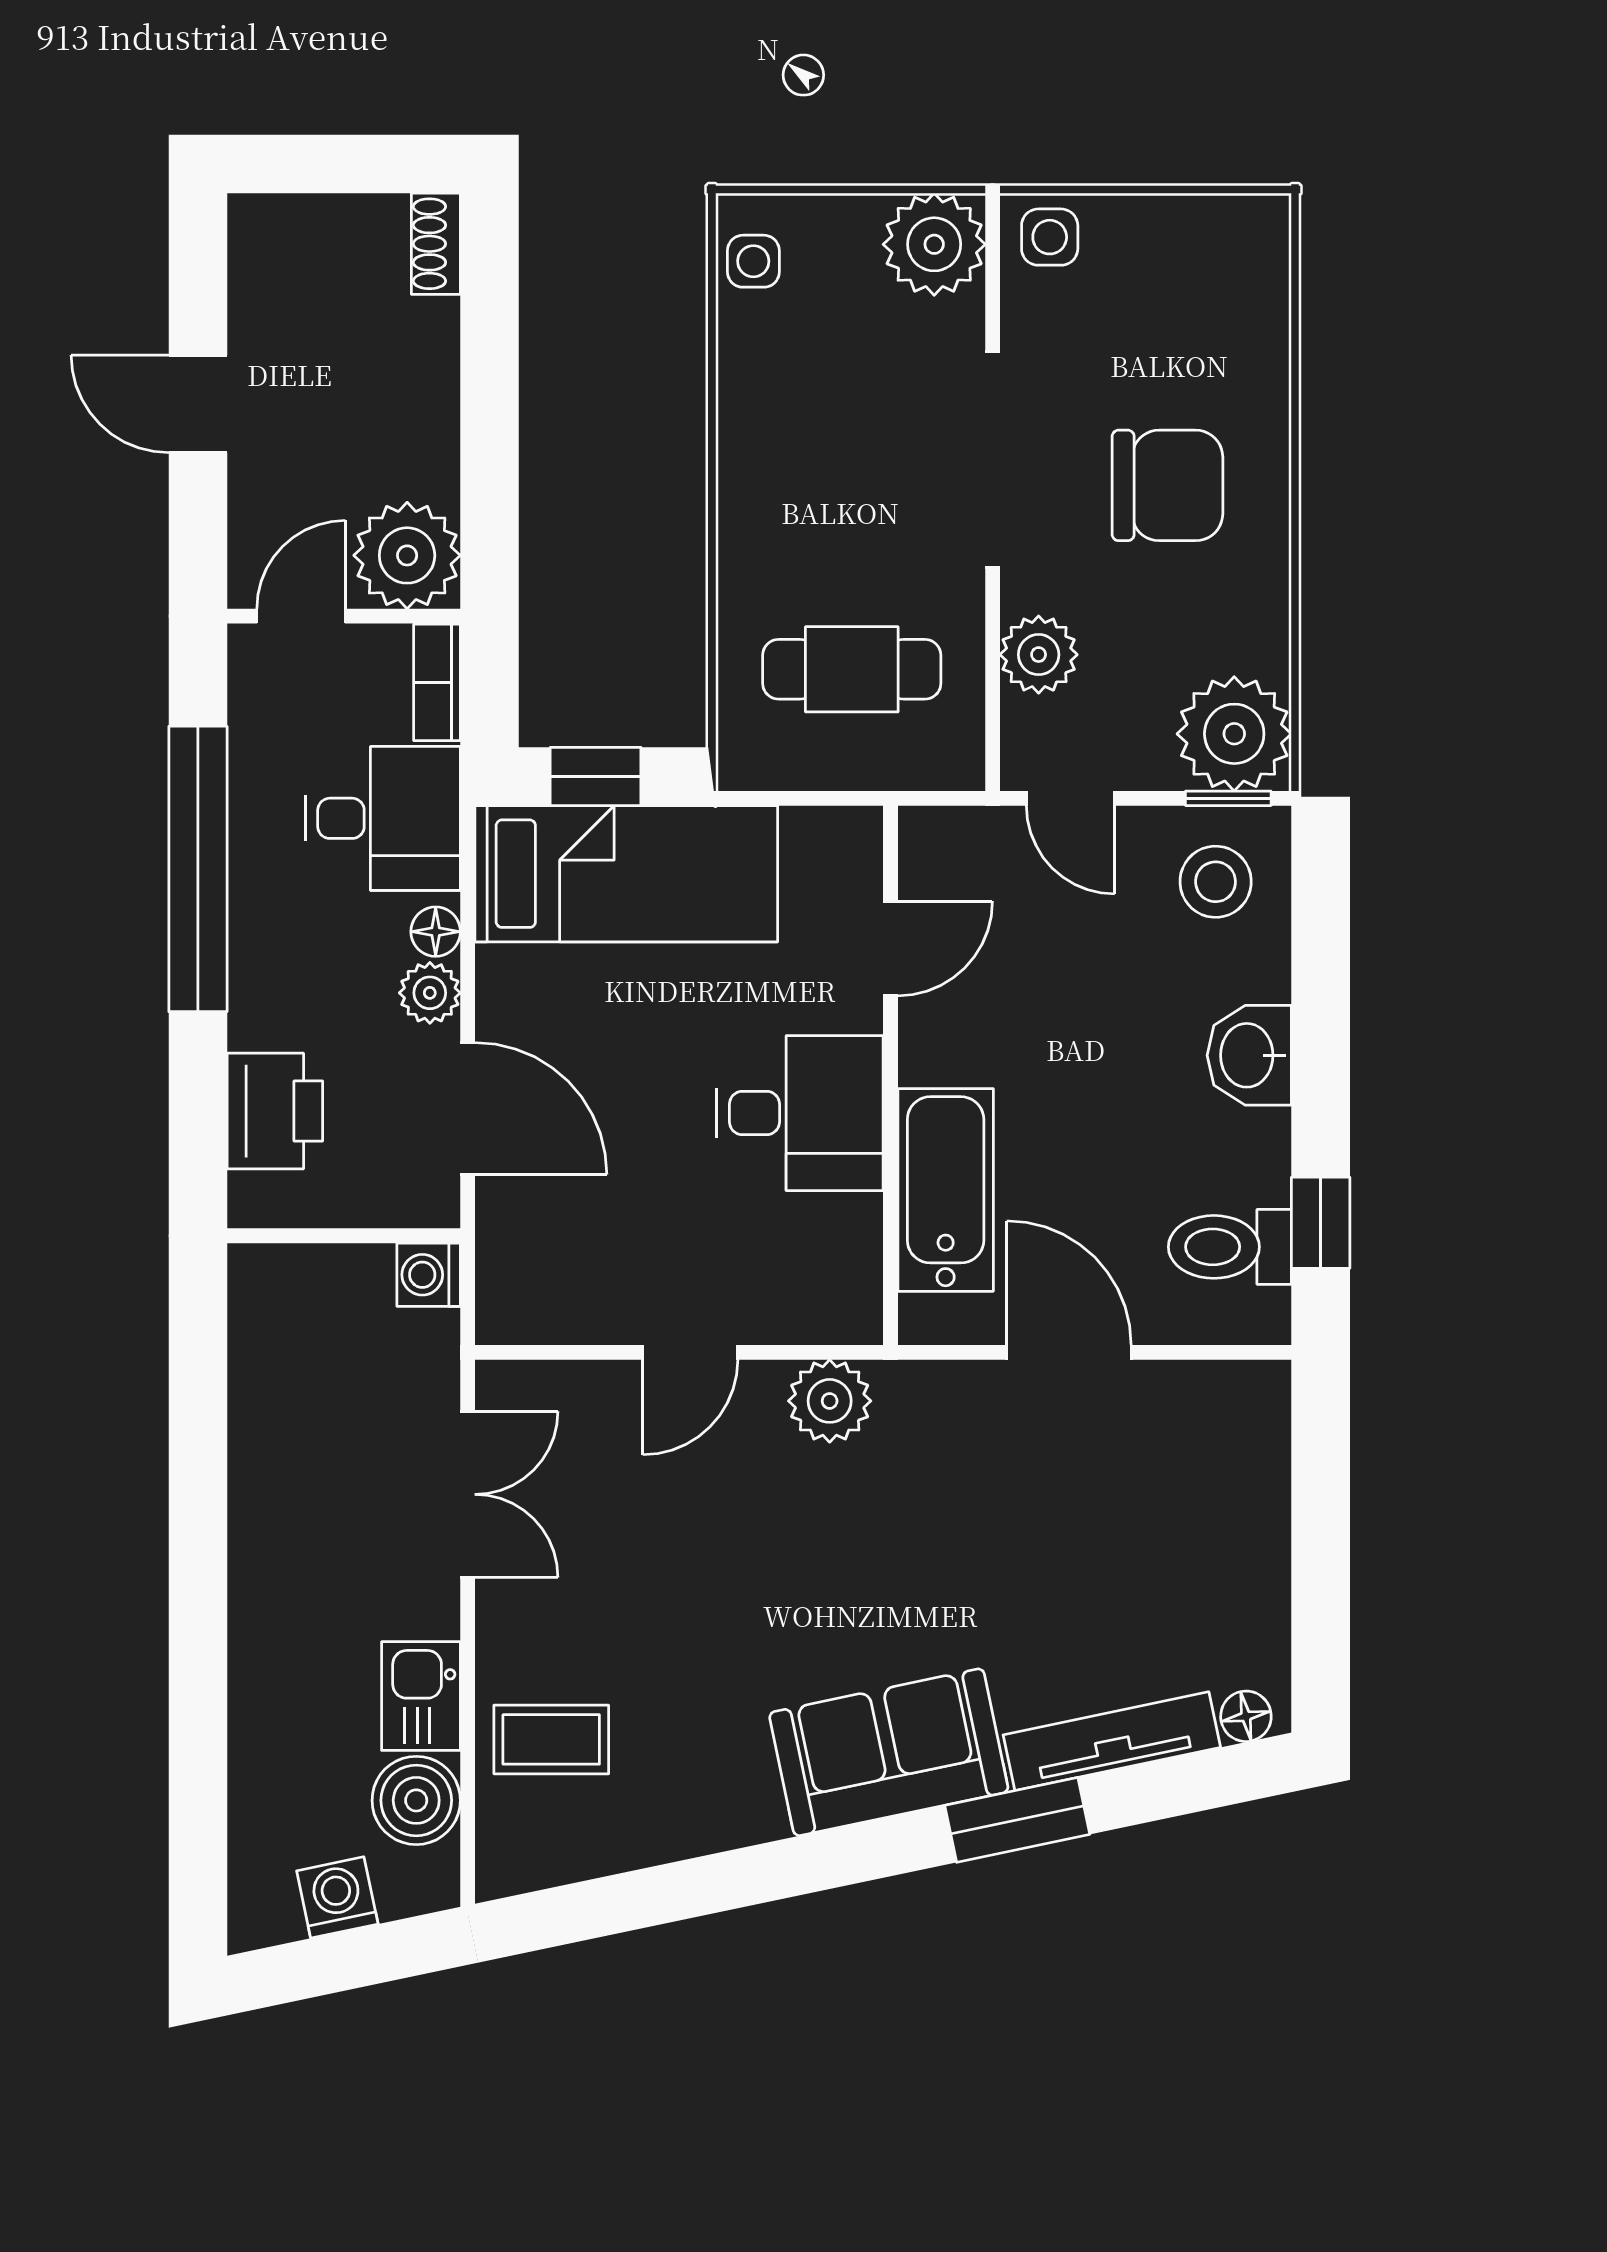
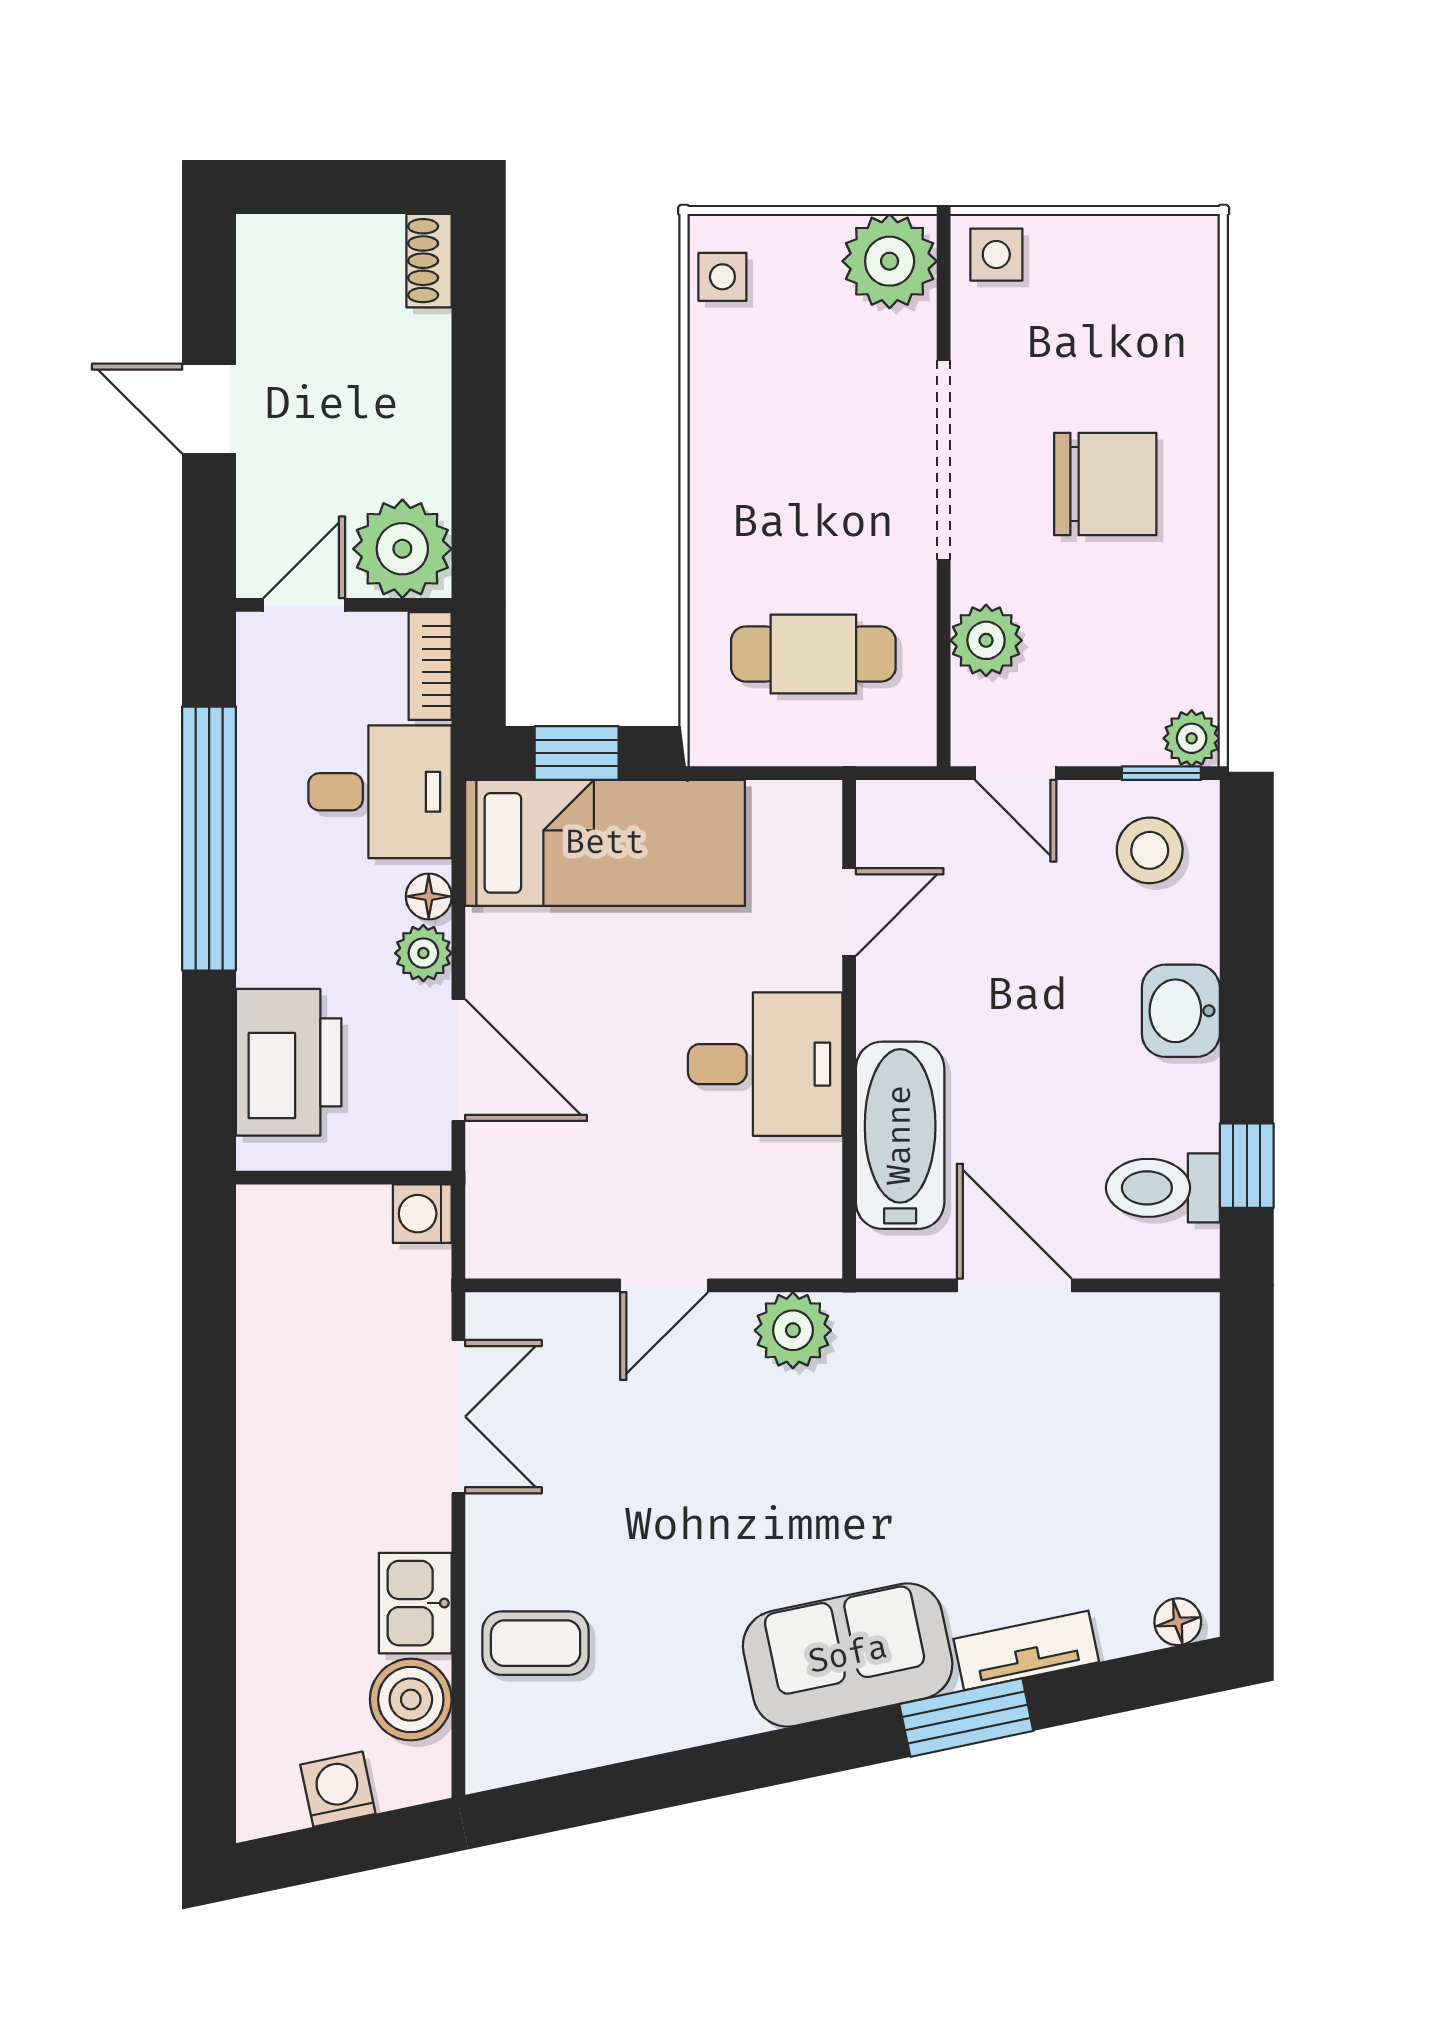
plant: (1234, 734) -> (1192, 738), width x0.53, depth x0.53
printer: (275, 1111) -> (289, 1062), width x1.37, depth x1.19
tv unit: (1112, 1741) -> (1026, 1650), width x0.71

